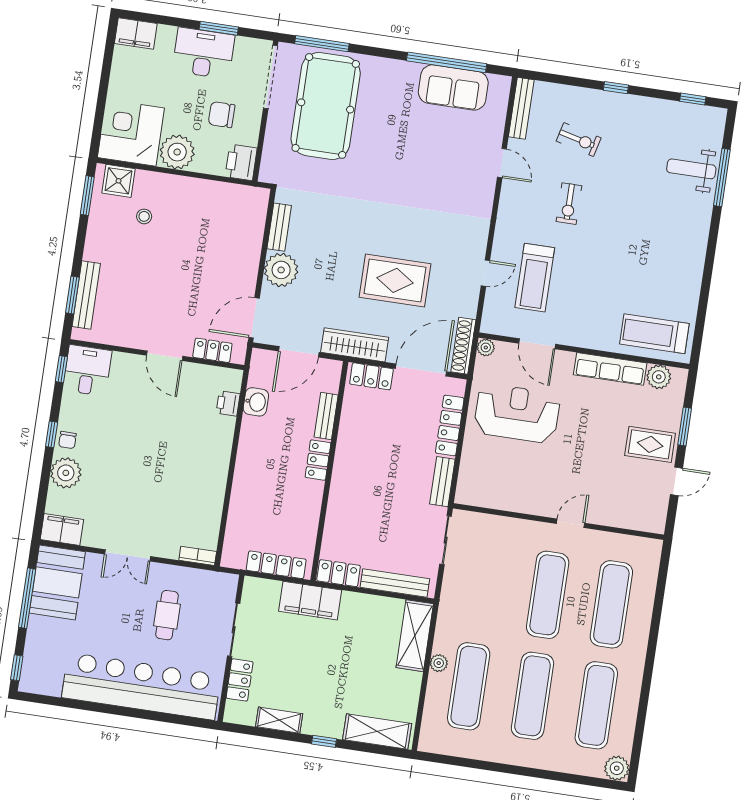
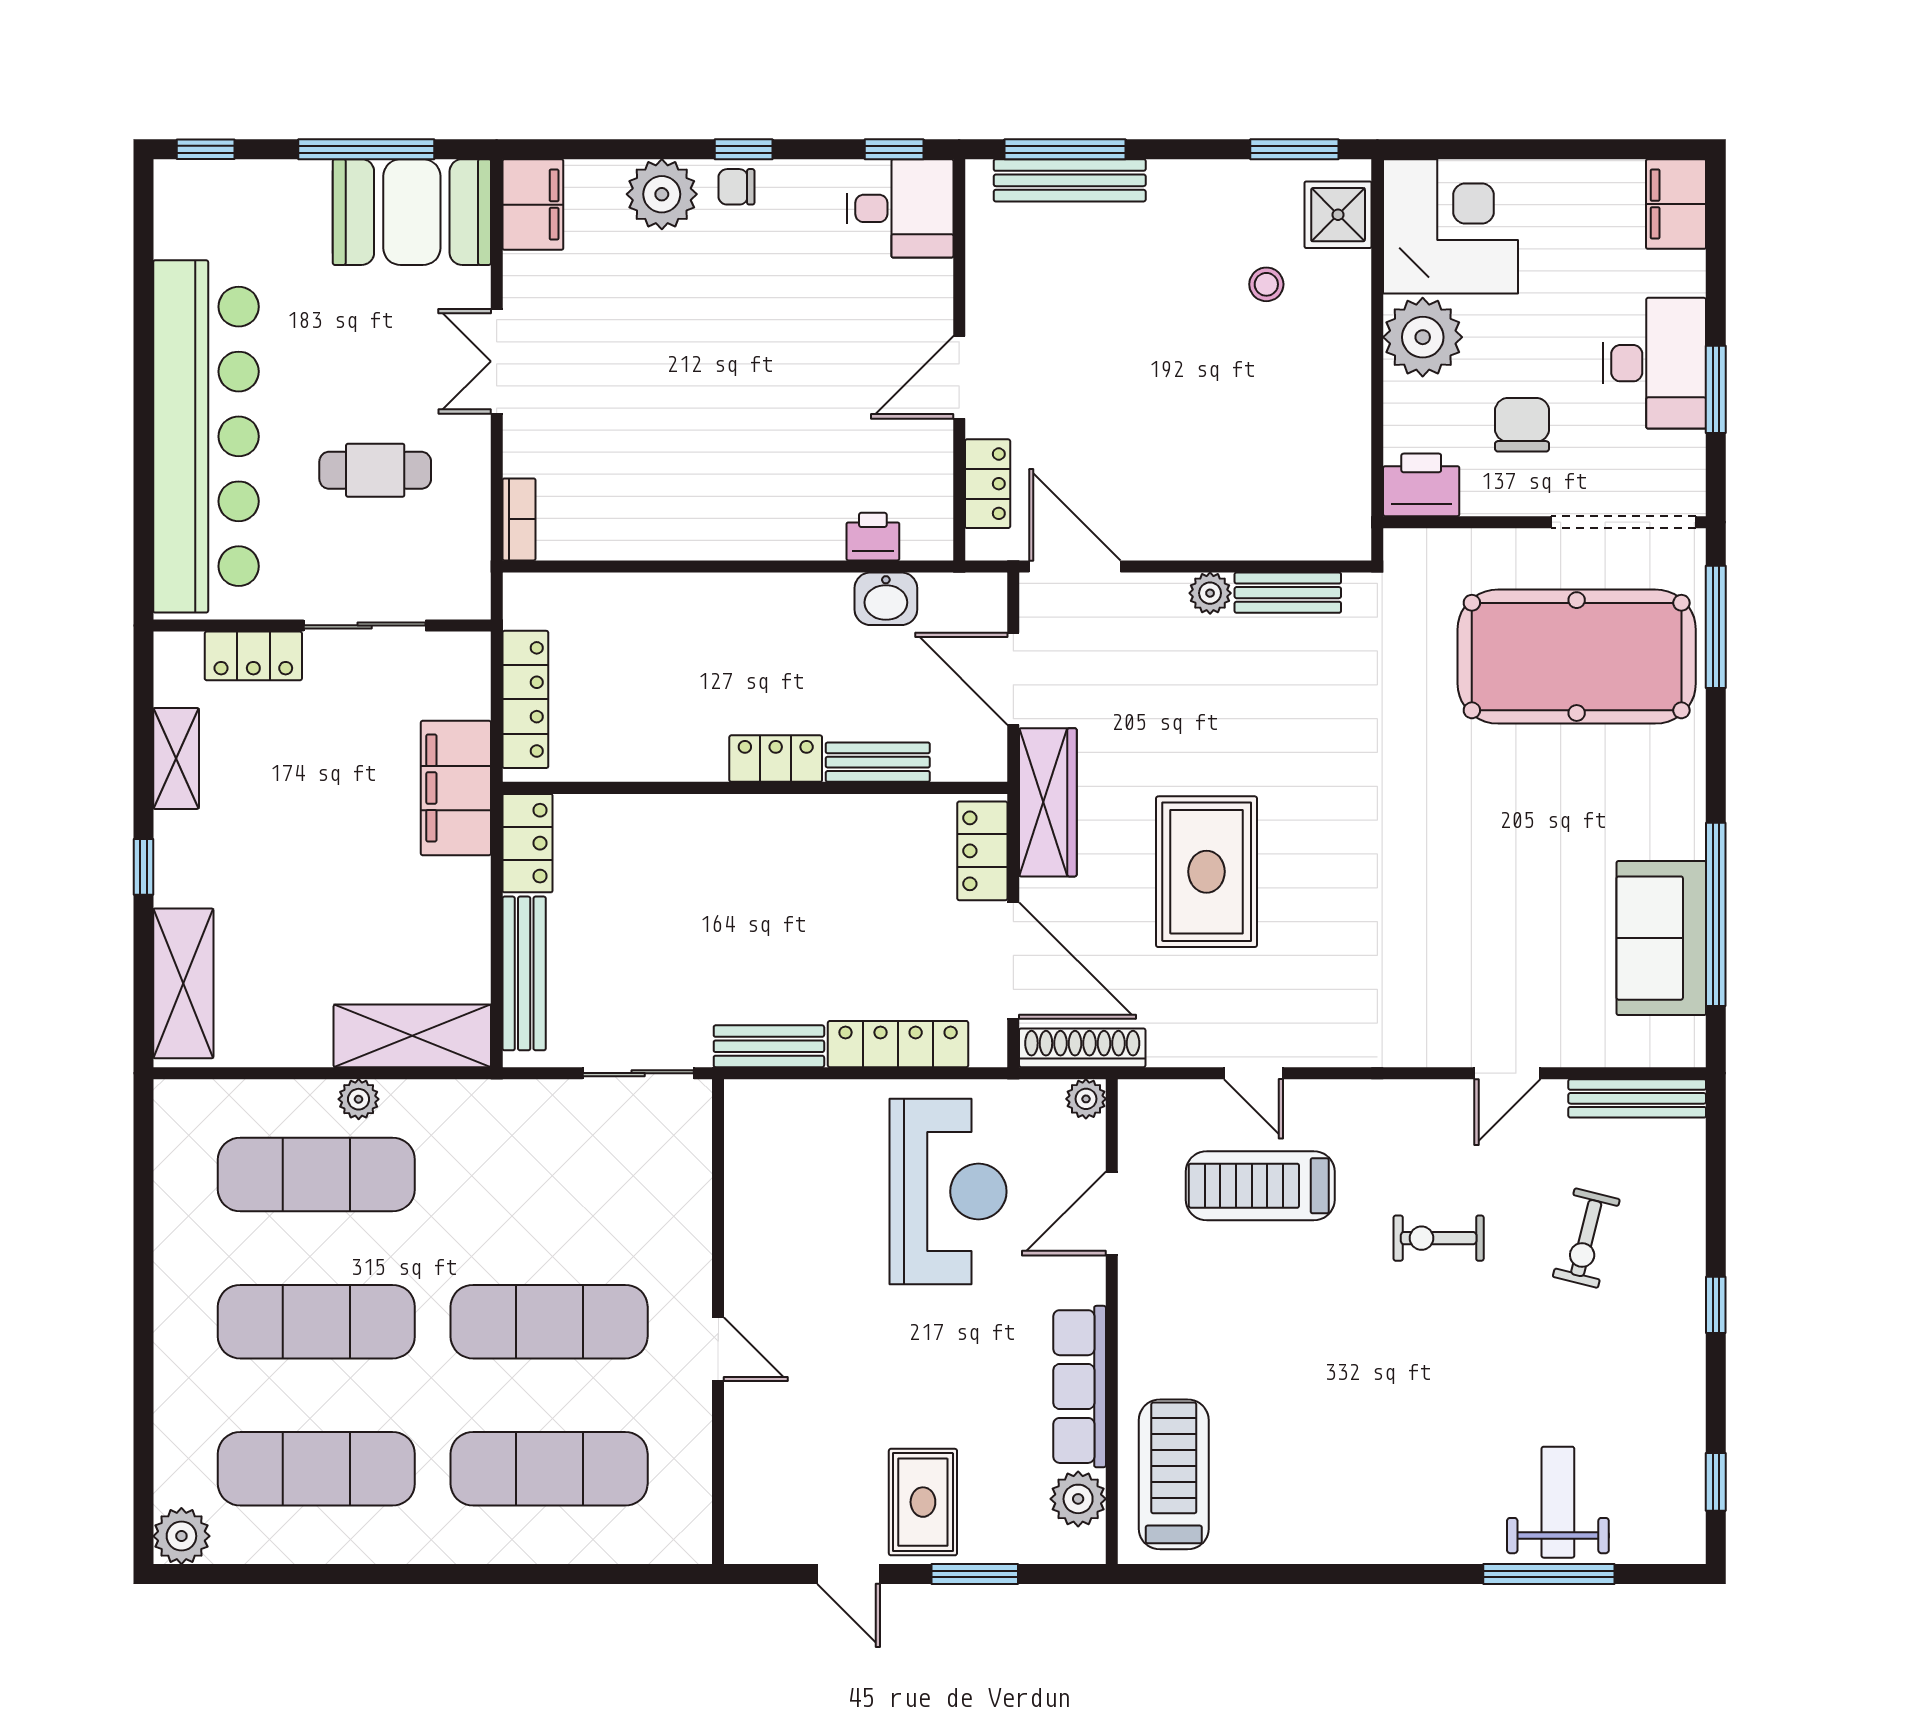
plant: (281, 270) -> (1210, 593), width x0.53, depth x0.53
window: (72, 295) -> (1065, 149), width x1.44

